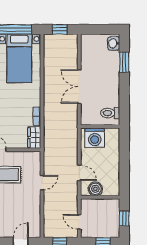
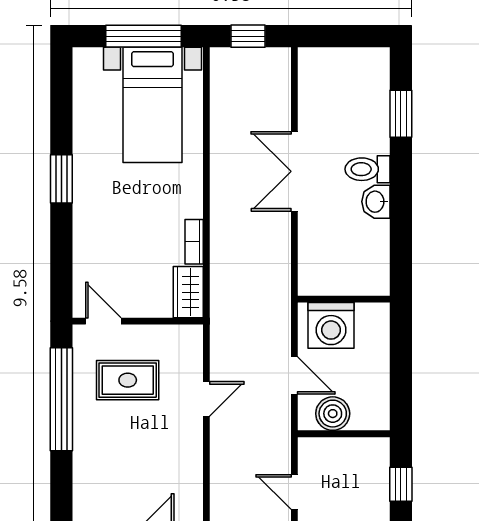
washbasin: (114, 43) -> (376, 202), moved
toilet: (110, 113) -> (367, 169), moved
wall: (100, 127) -> (344, 299), moved
washing machine: (95, 138) -> (331, 325), moved

